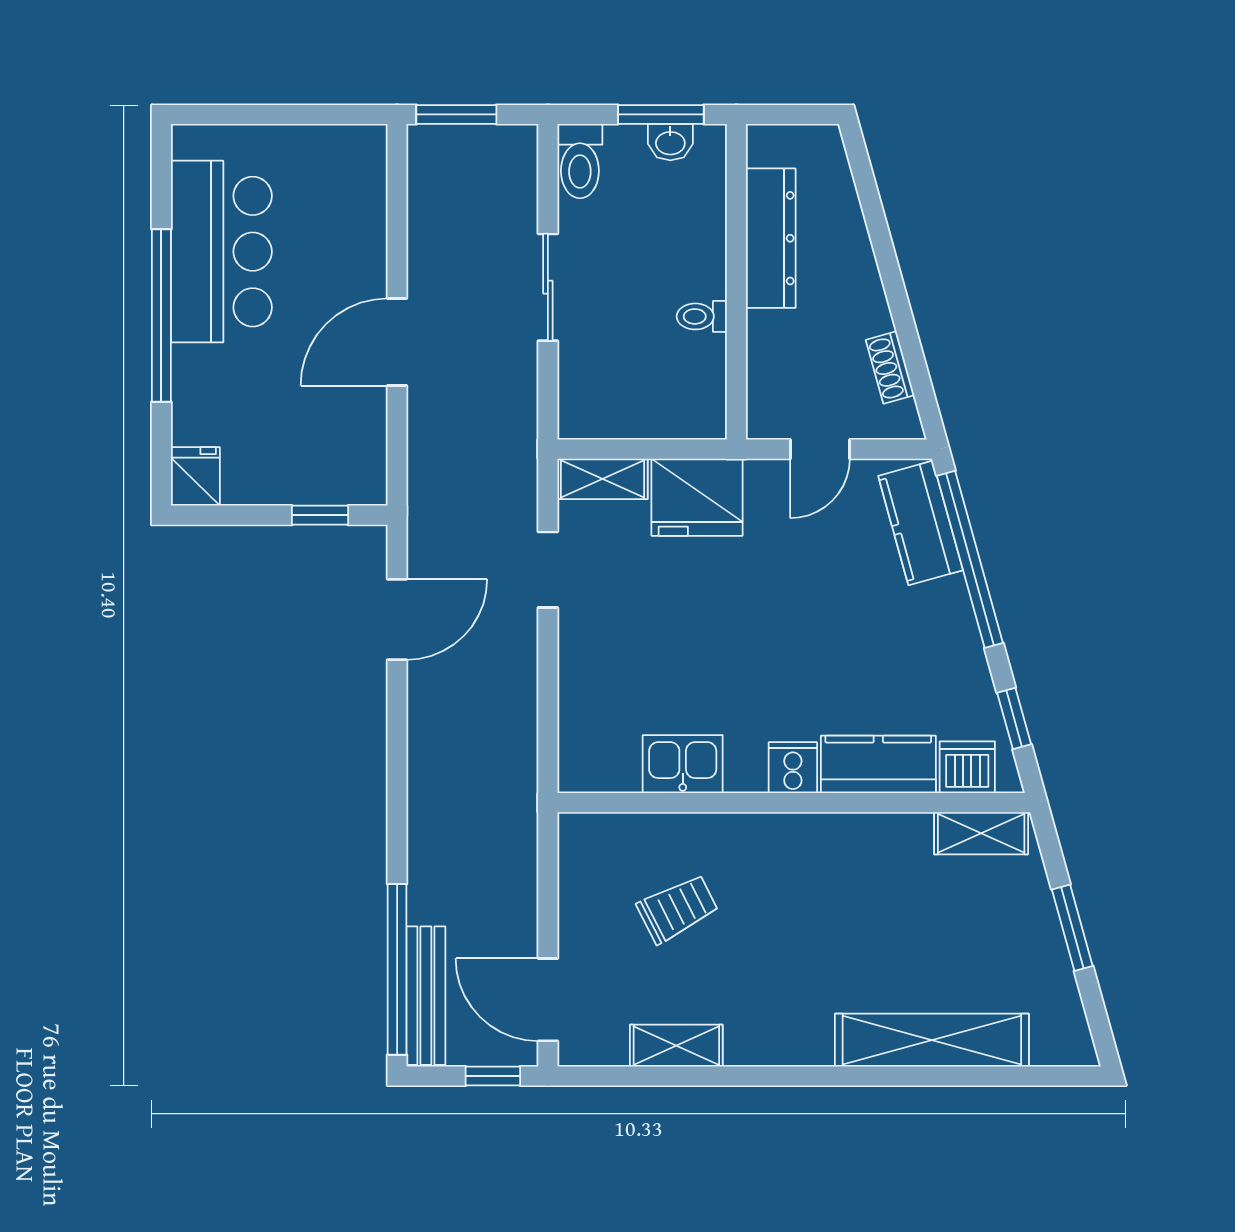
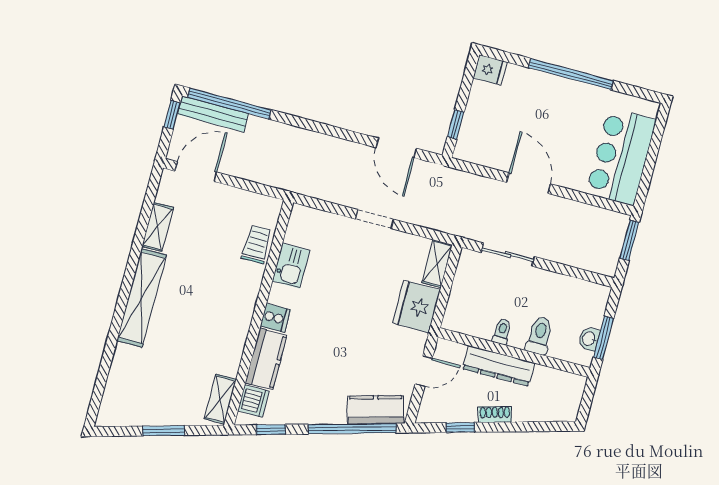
toilet: (580, 161) -> (539, 335), moved, turned 90
dresser: (771, 238) -> (499, 366), moved
bar counter: (221, 252) -> (621, 157), moved, turned 90
sliding door: (548, 287) -> (508, 255), moved
window: (911, 348) -> (460, 427), added
shoe rack: (890, 367) -> (495, 414), moved
door: (820, 449) -> (424, 371), swing flipped
doorway: (548, 570) -> (375, 219), moved
trolley: (678, 909) -> (257, 244), moved, turned -153
shelving: (932, 1040) -> (142, 298), moved
window: (493, 1076) -> (172, 115), moved

